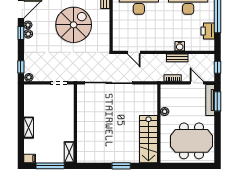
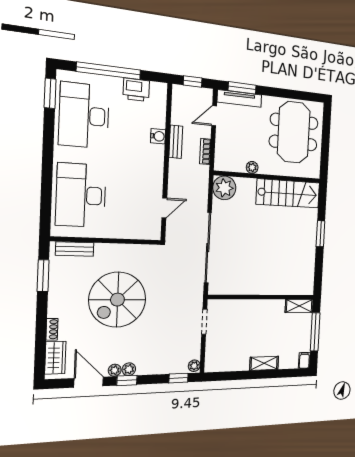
spiral stairs: (74, 25) -> (117, 300), turned -90
plant: (149, 92) -> (224, 188), added

